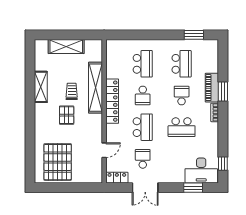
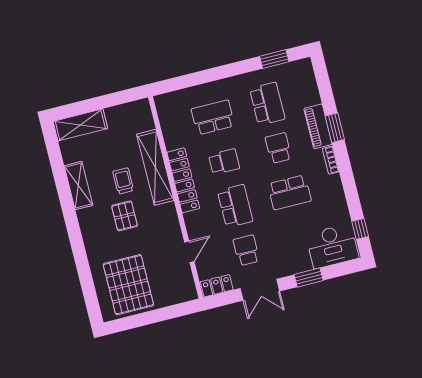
shelving: (66, 47) -> (80, 125), moved
school desk: (143, 64) -> (213, 117), turned -90
school desk: (143, 95) -> (224, 162), turned -90
window: (193, 188) -> (309, 278), moved

